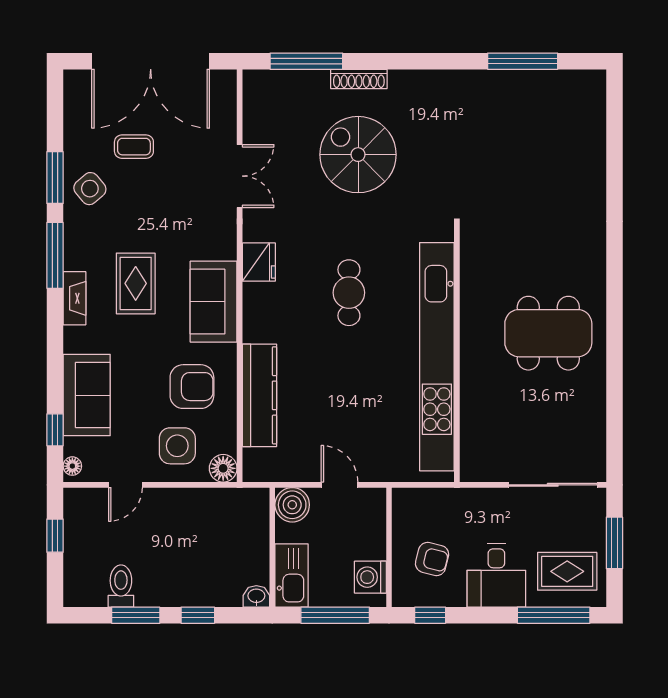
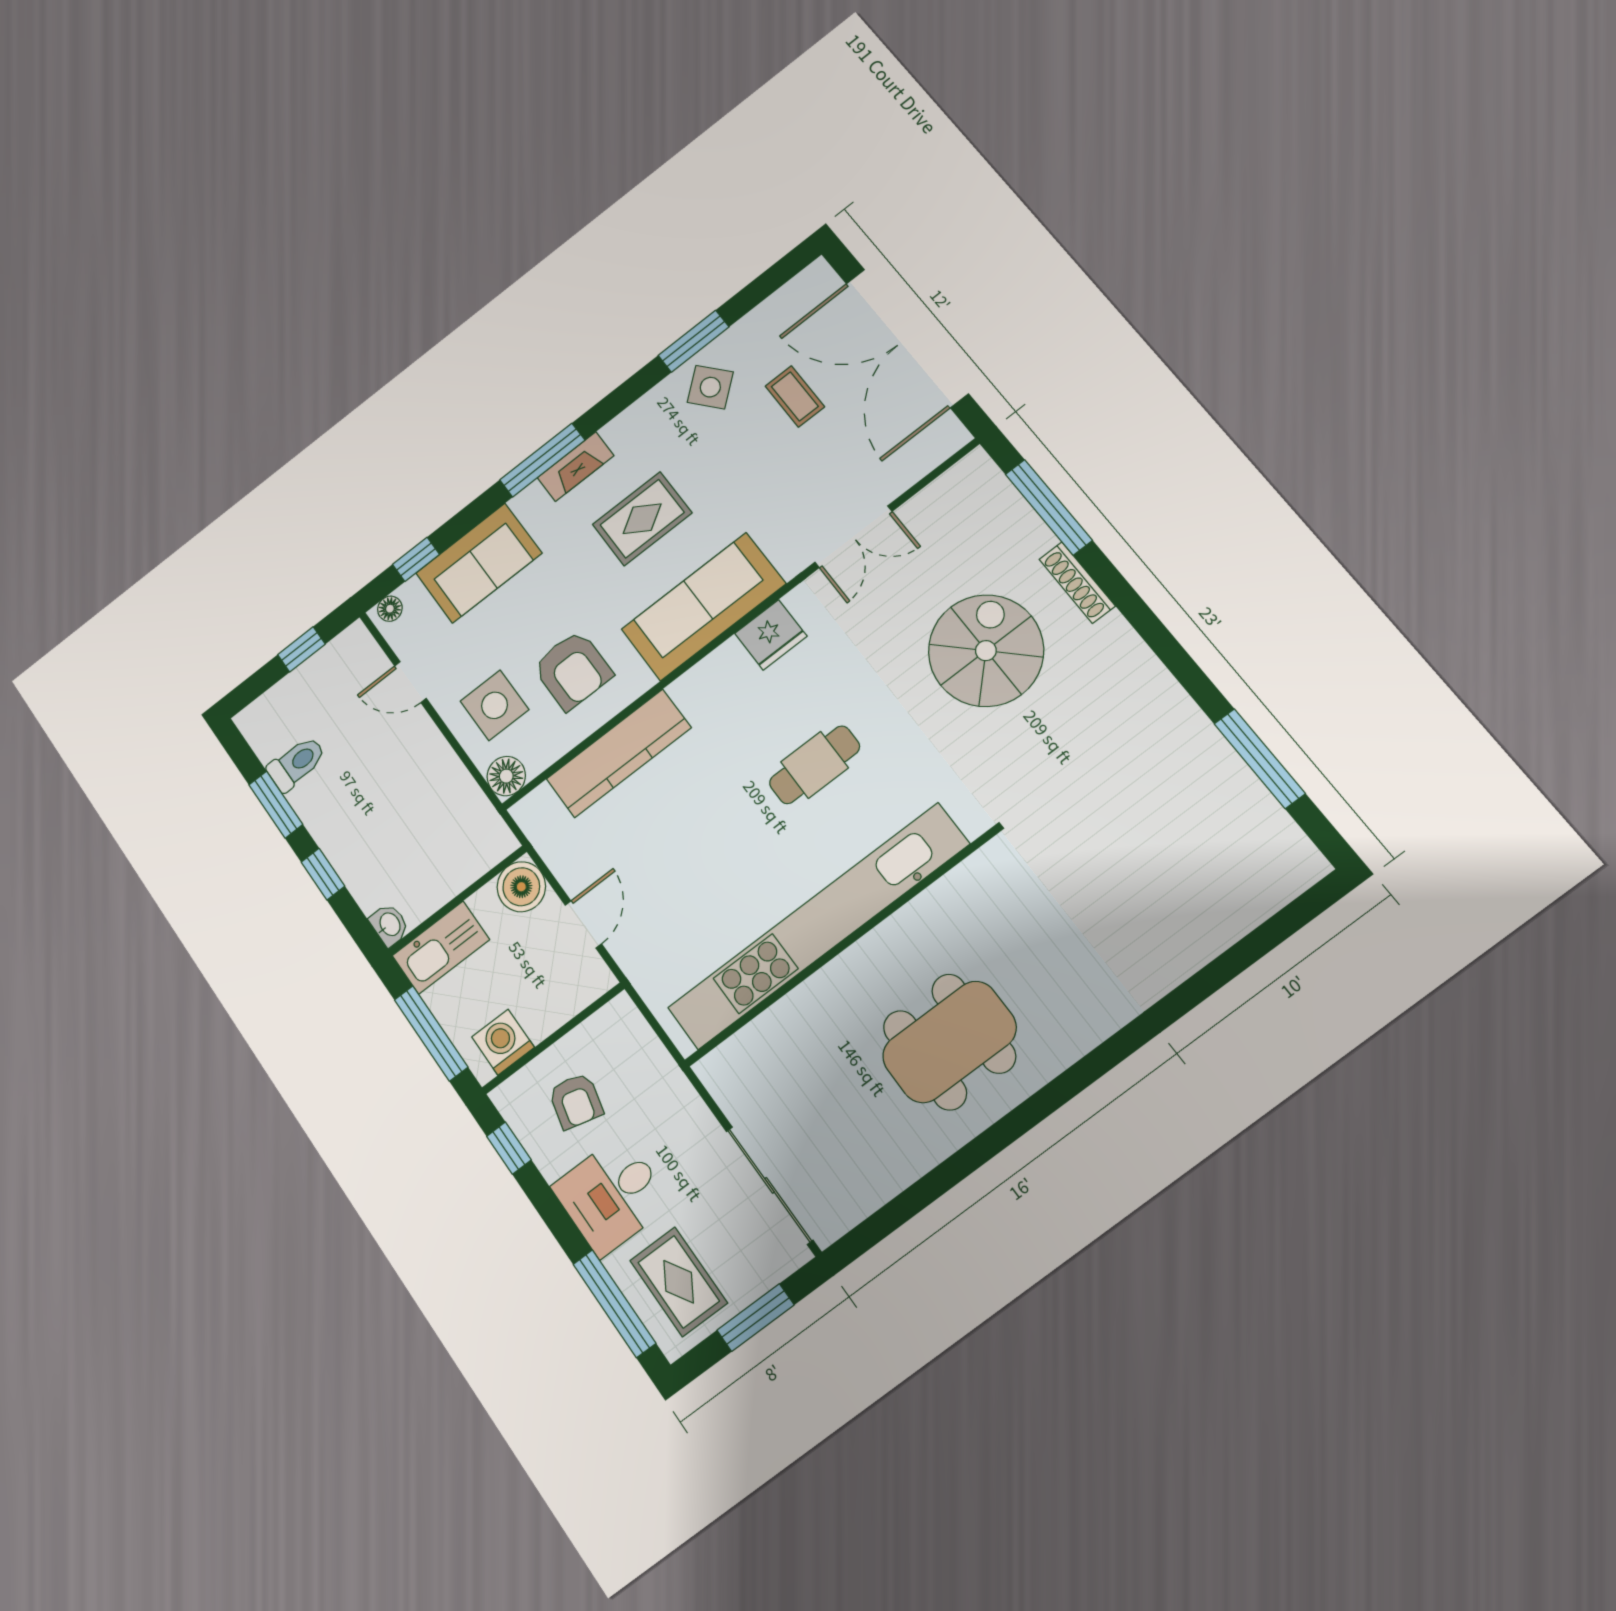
window: (55, 255) -> (542, 460), moved
sofa: (214, 302) -> (703, 607), width x1.36
dining table: (548, 333) -> (949, 1042), turned 90

